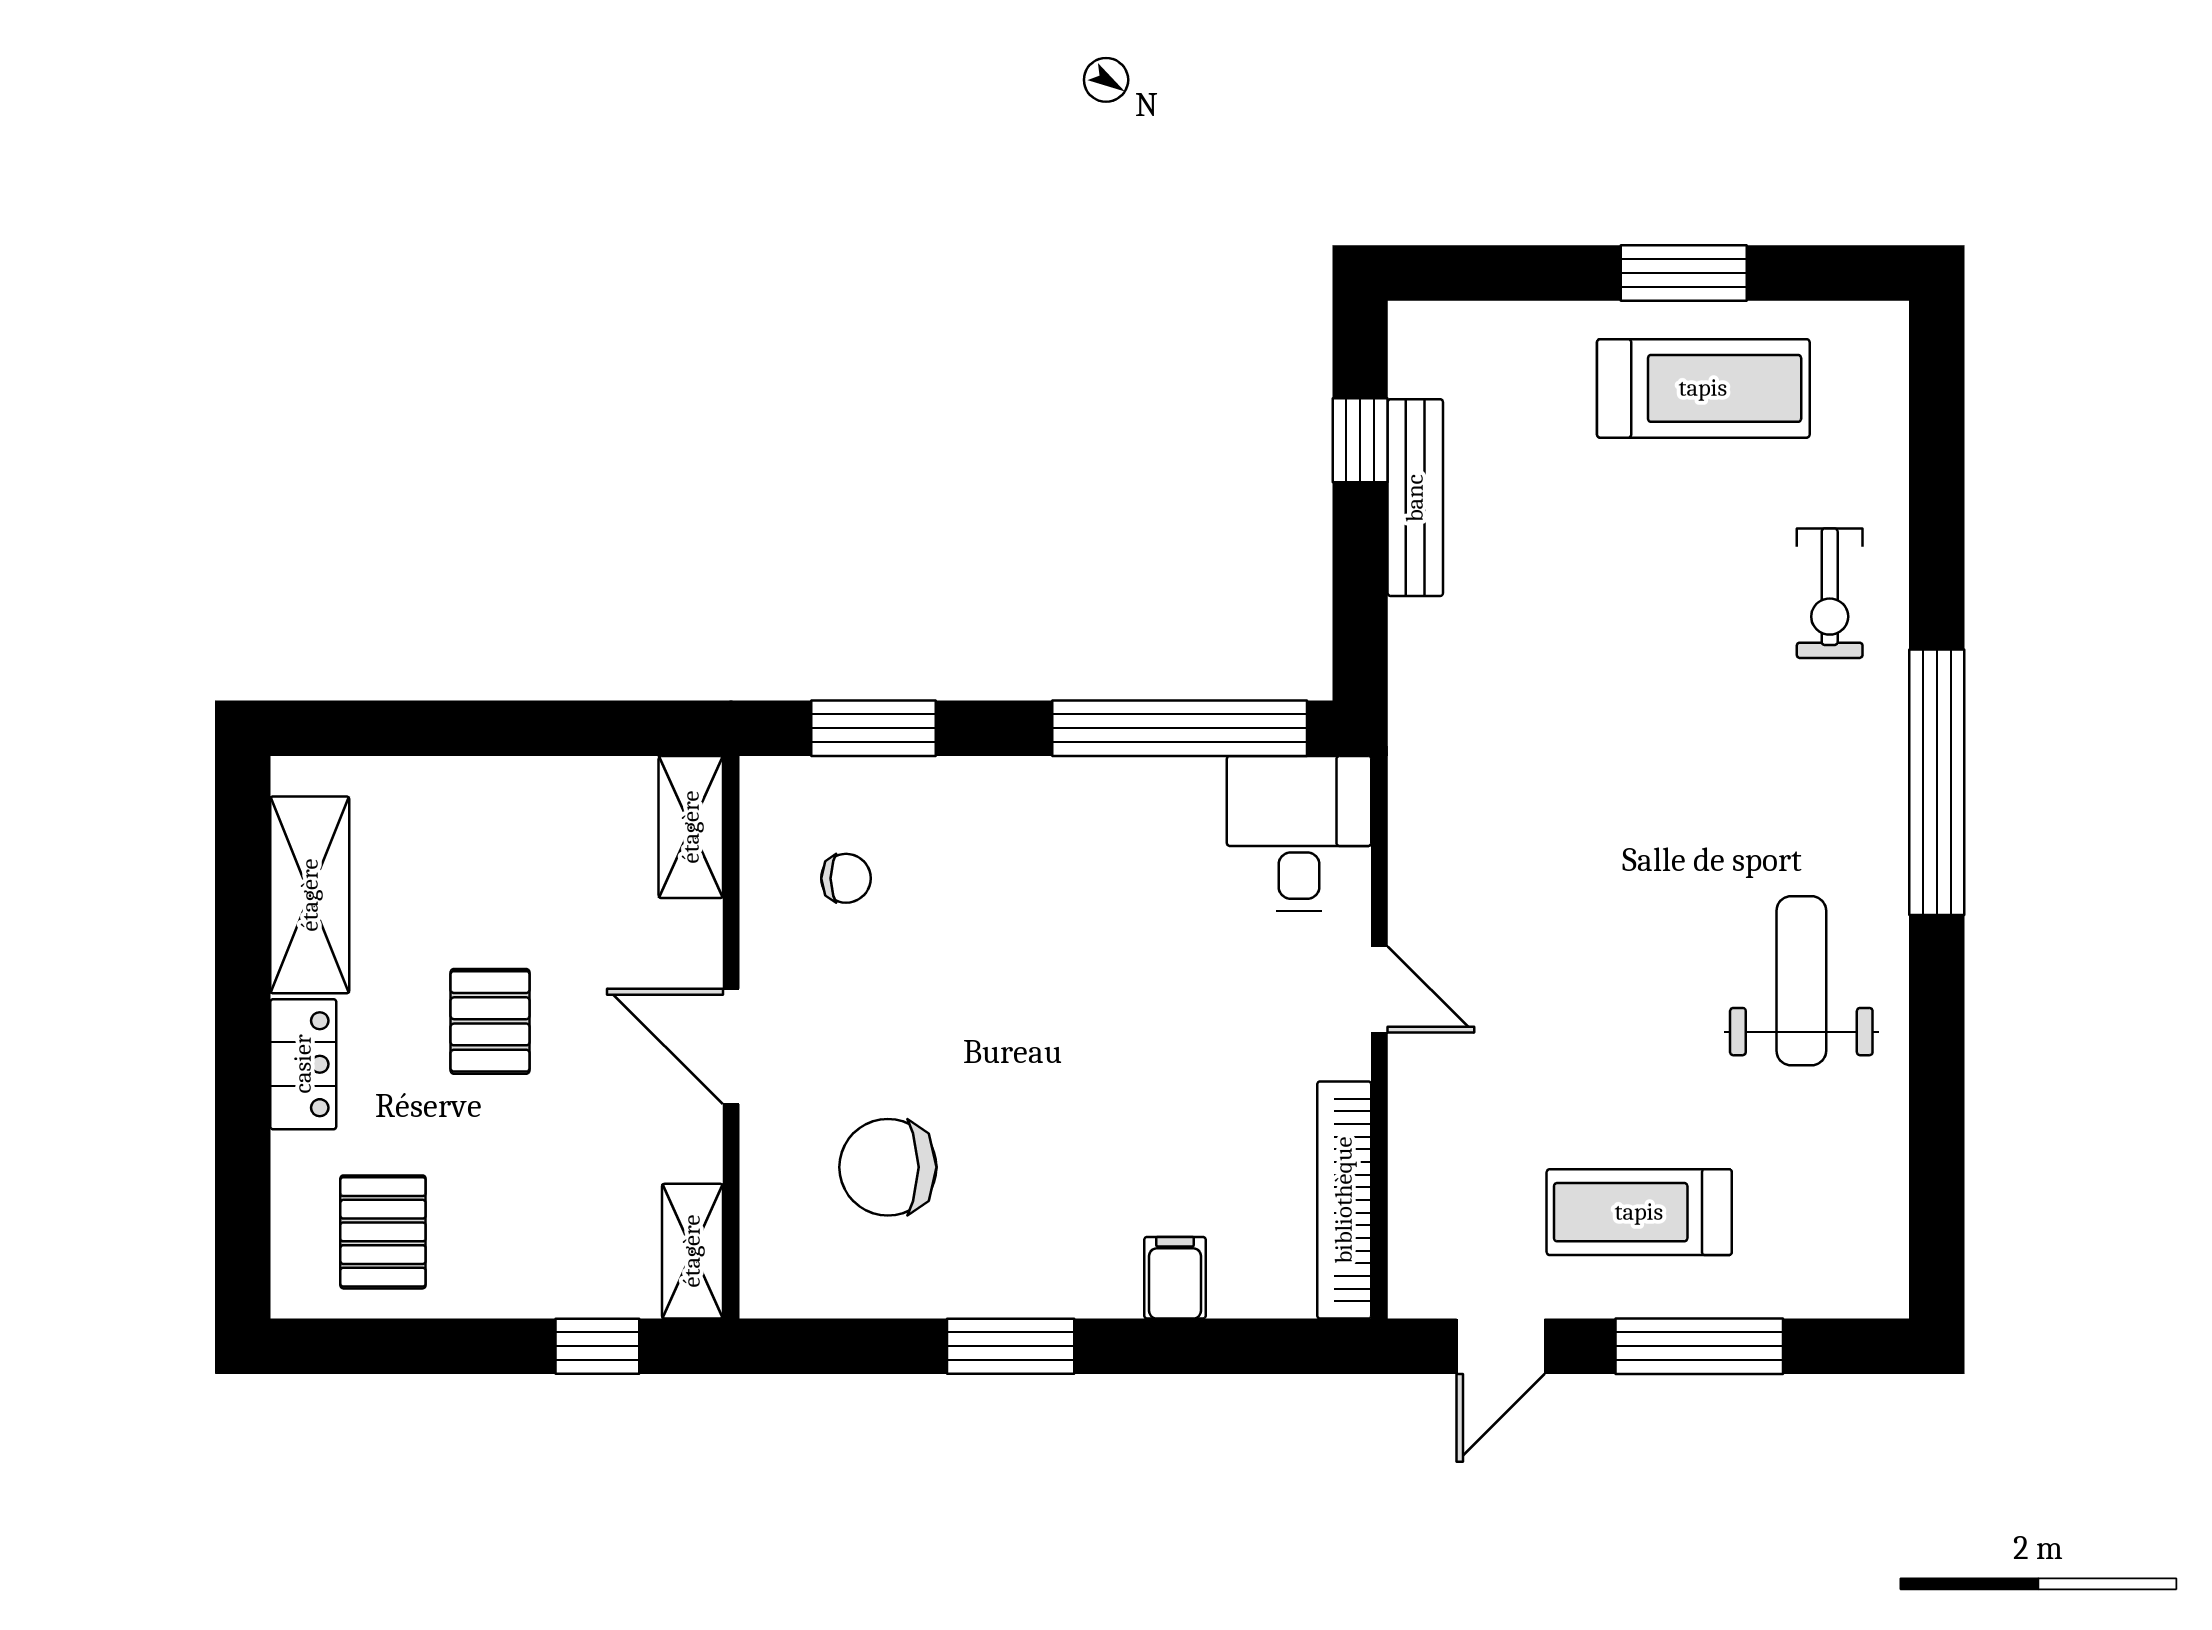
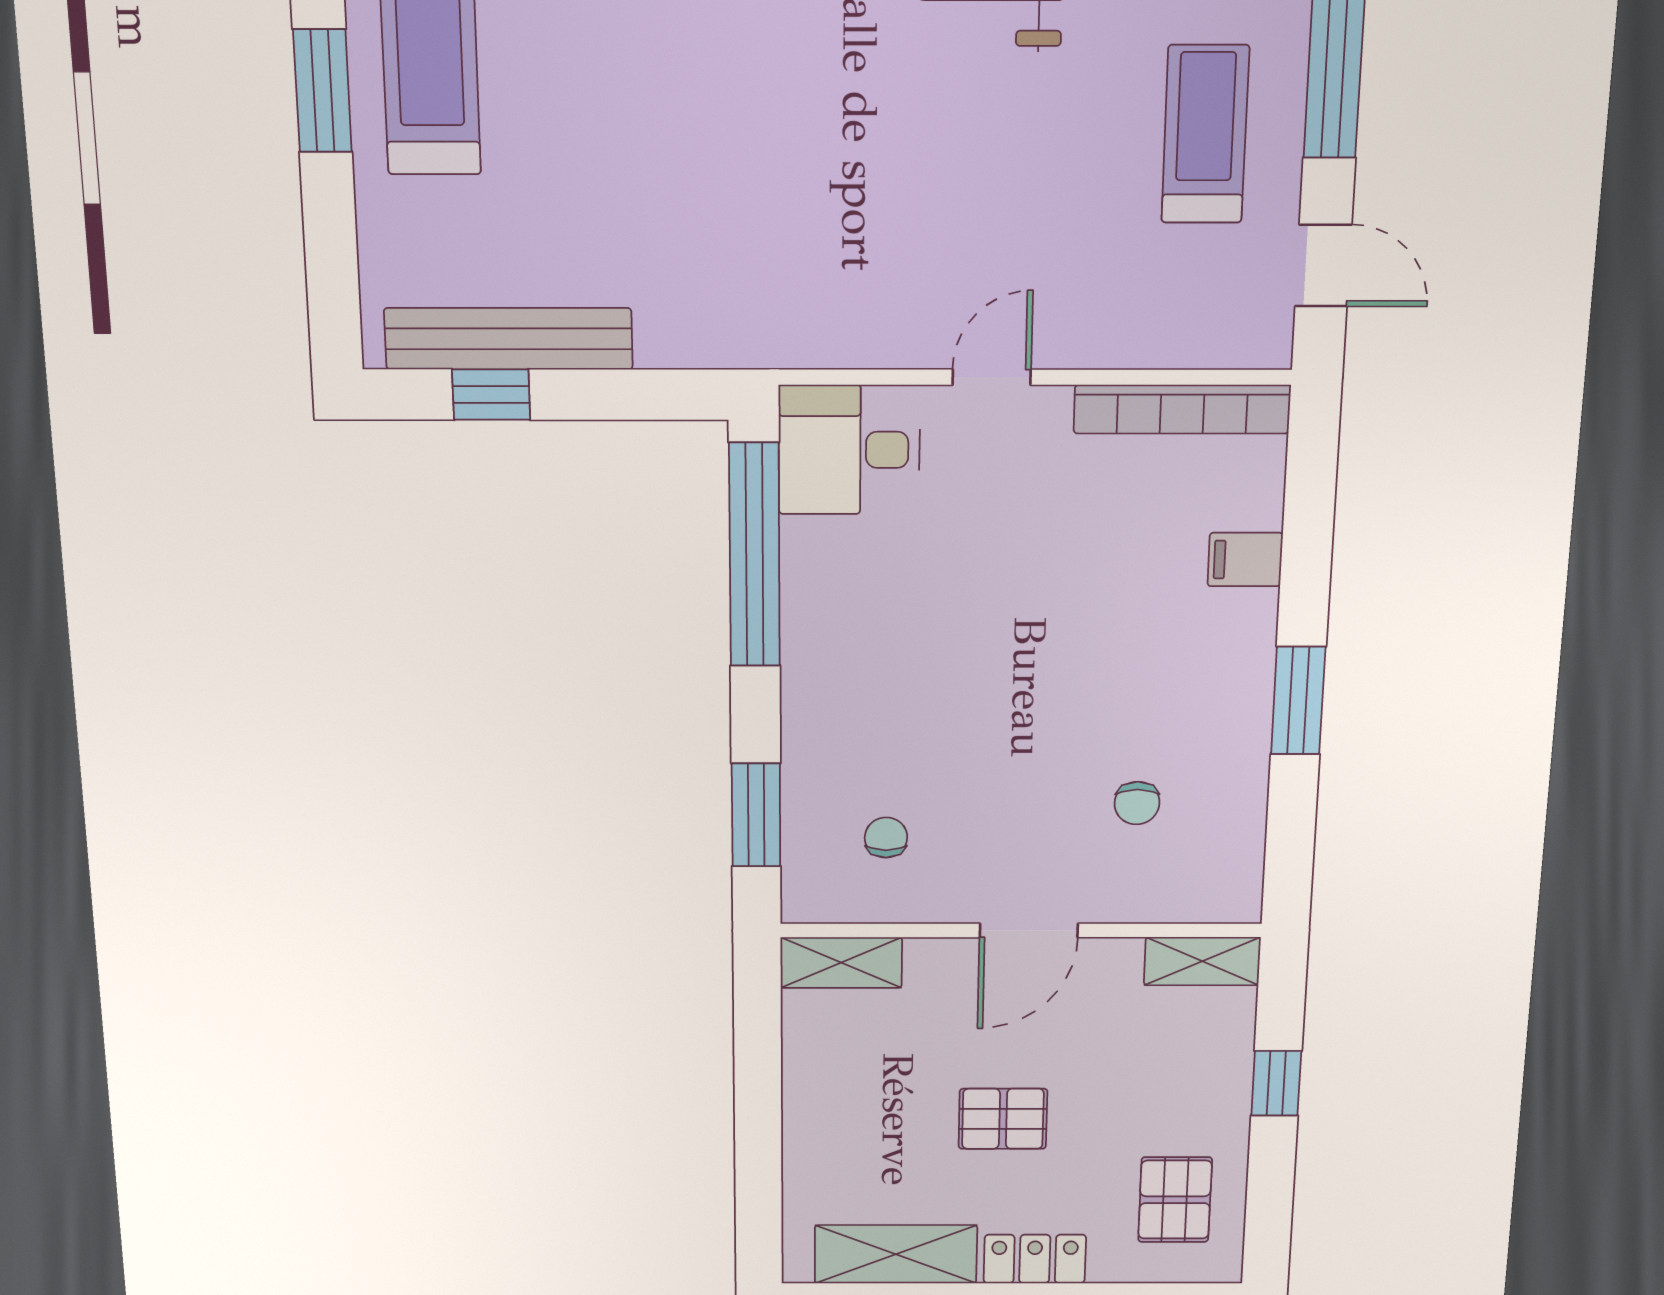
bench: (1415, 498) -> (509, 339), width x1.37, depth x1.21
chair: (888, 1167) -> (1137, 803), width x0.54, depth x0.54
treadmill: (1639, 1212) -> (1205, 134), turned 180
pallet: (383, 1232) -> (1175, 1200), turned 90
window: (597, 1346) -> (1276, 1083), moved

